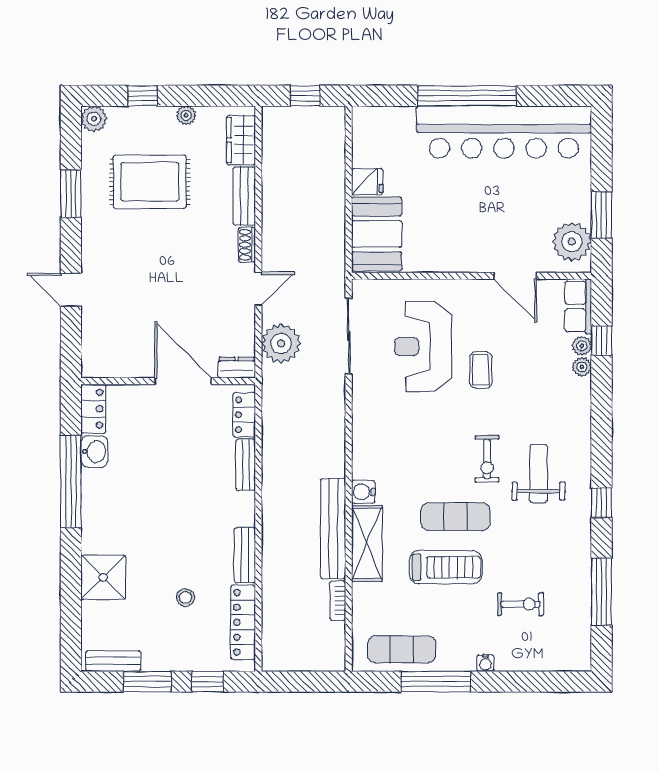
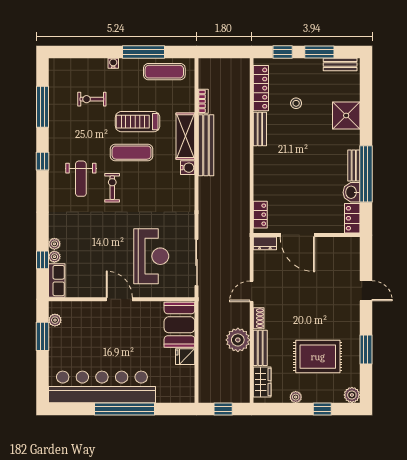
plant: (572, 242) -> (55, 320), width x0.53, depth x0.53
door: (515, 276) -> (119, 299), moved
plant: (281, 343) -> (238, 340), moved
coffee table: (481, 370) -> (116, 242), removed
bench: (246, 465) -> (354, 166), moved

